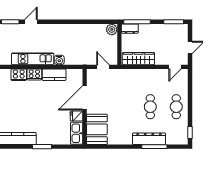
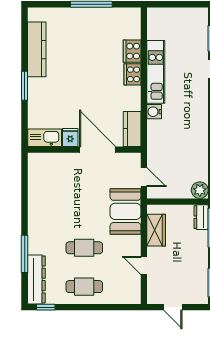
wardrobe: (138, 59) -> (156, 230), width x0.67
door: (103, 67) -> (144, 177), hinge flipped
door: (175, 67) -> (144, 265), moved
kitchen counter: (54, 75) -> (132, 129), moved
booth: (97, 129) -> (125, 211), moved, turned 90
dresser: (149, 139) -> (36, 279), moved

